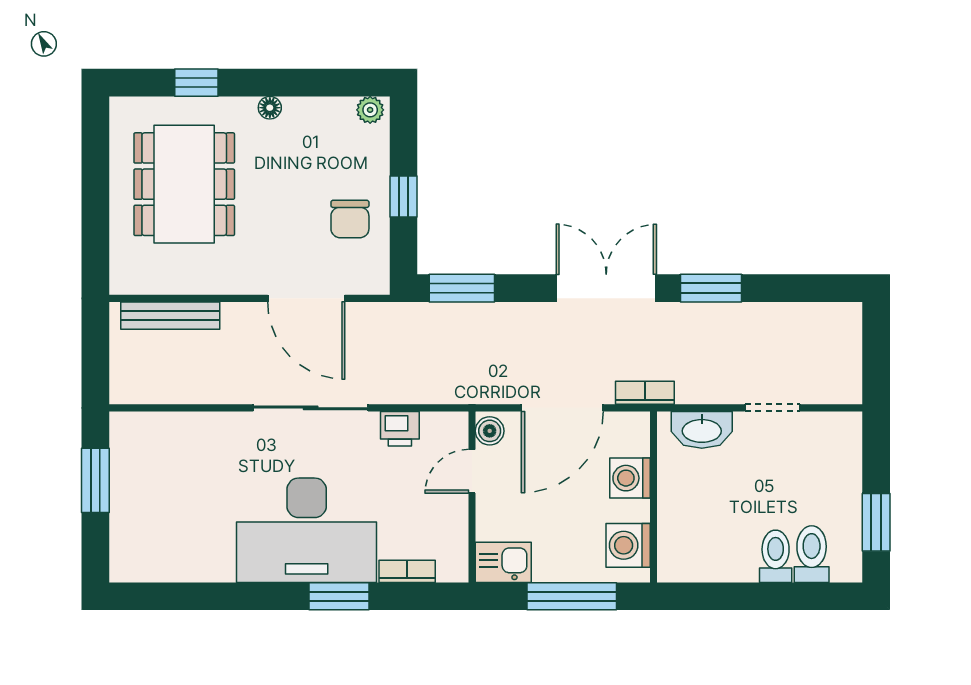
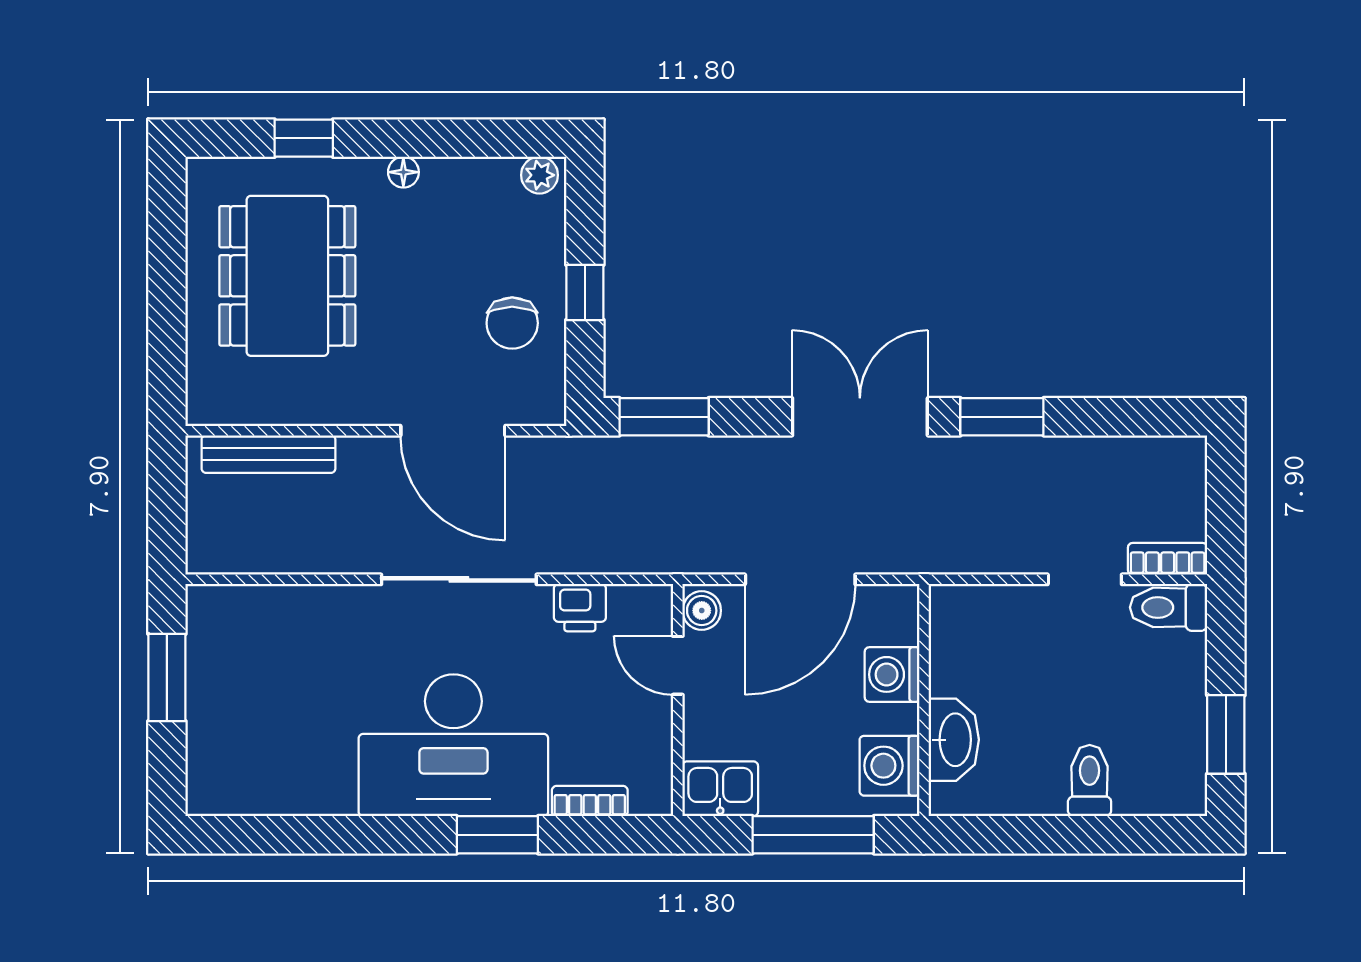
bookcase: (645, 393) -> (1168, 559), moved
washbasin: (702, 430) -> (954, 740), moved, turned -90
door: (472, 471) -> (678, 665), hinge flipped
toilet: (812, 554) -> (1169, 607), moved, turned -90

